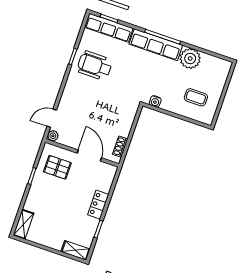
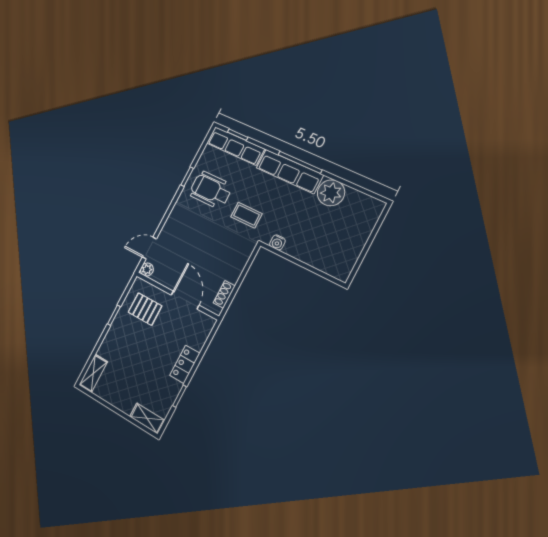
coffee table: (196, 97) -> (246, 215), moved

